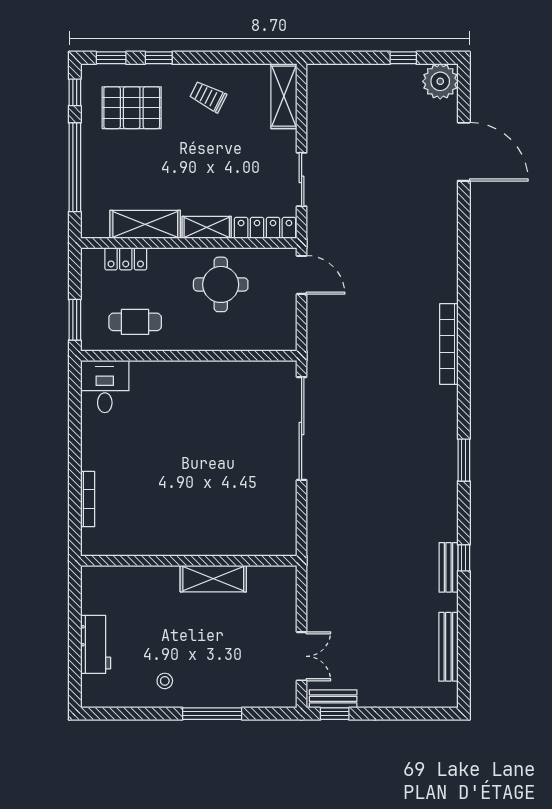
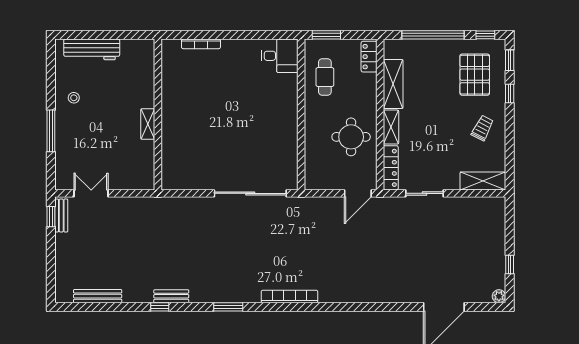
plant: (440, 81) -> (499, 296), width x0.53, depth x0.53
locker: (126, 259) -> (369, 57), moved
bookcase: (449, 344) -> (289, 296), moved
bench: (449, 567) -> (171, 296), moved
shelving: (213, 579) -> (148, 124), width x0.67, depth x0.75
workbench: (96, 644) -> (92, 49), width x1.38
double door: (302, 656) -> (91, 193), swing flipped

